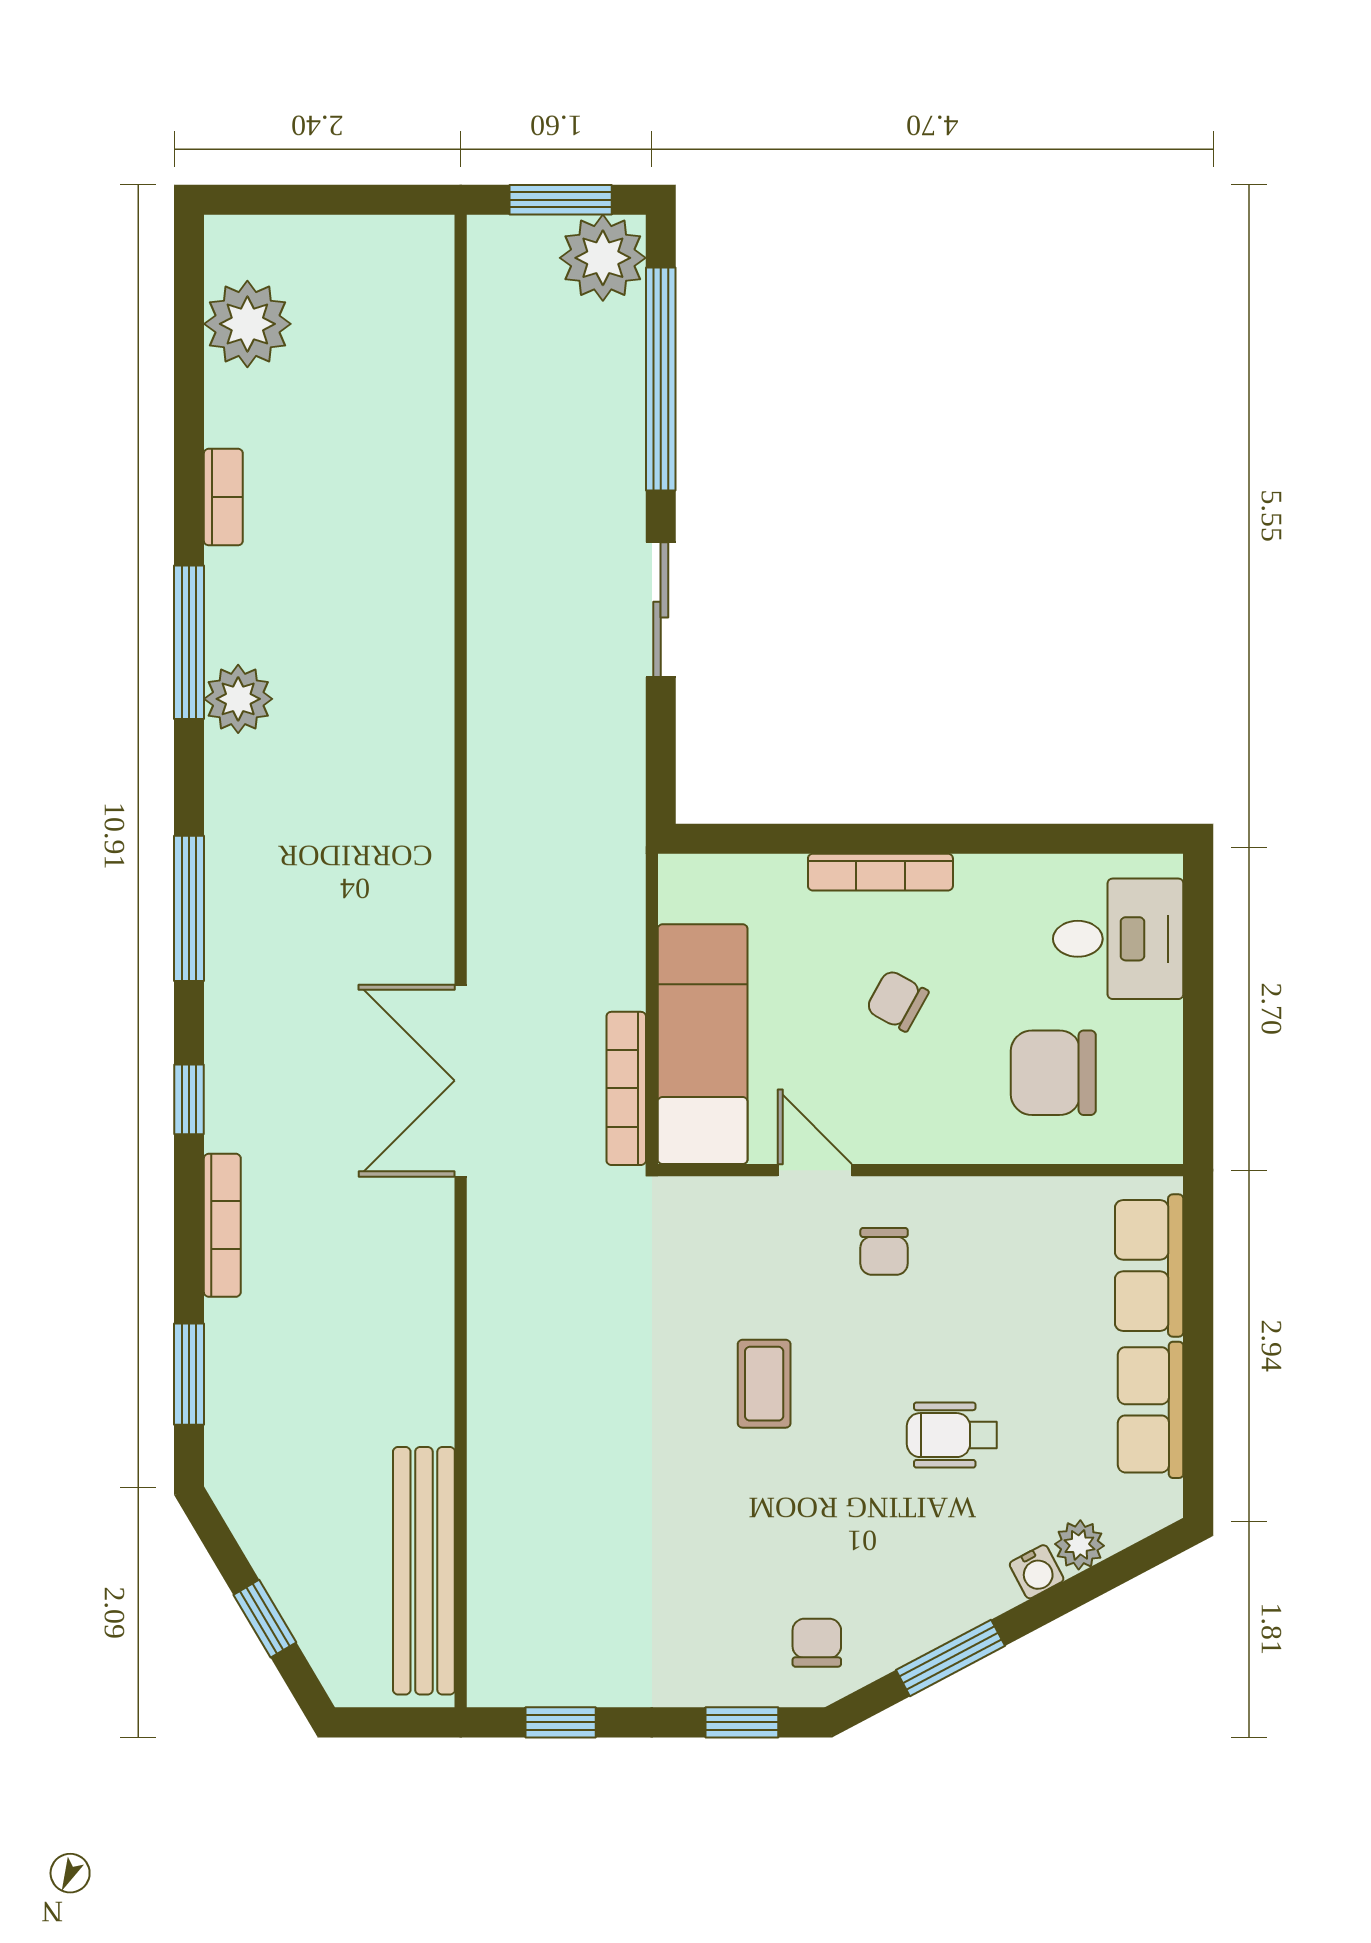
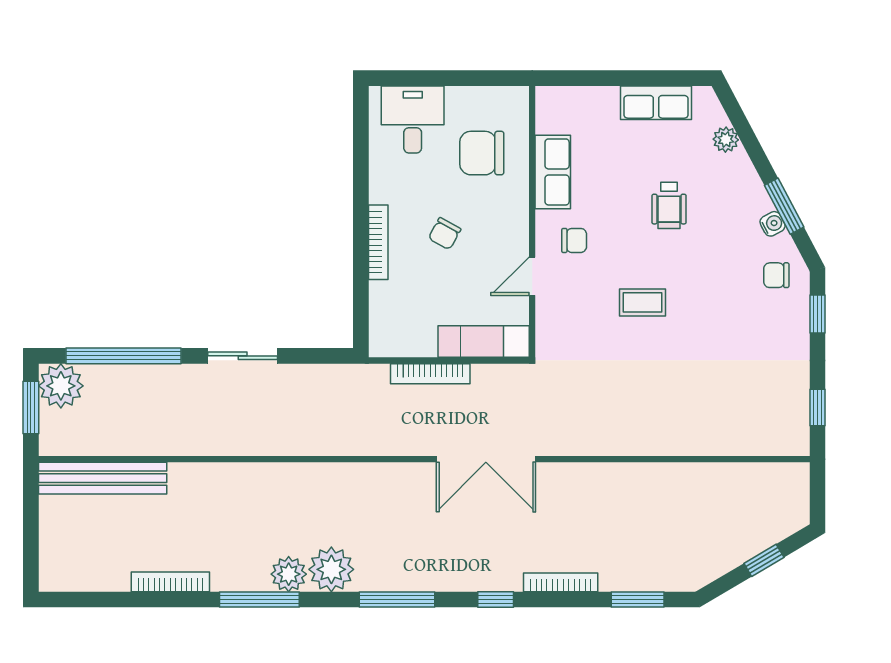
plant: (247, 324) -> (331, 569), moved
bookcase: (223, 497) -> (170, 582), width x1.56
exam couch: (703, 1044) -> (484, 341), width x0.73, depth x0.69
chair: (1053, 1073) -> (482, 153), turned 90
bookcase: (626, 1088) -> (430, 374), moved
row of seats: (1149, 1266) -> (553, 172), moved, turned -90
bench: (424, 1571) -> (103, 478), moved
water cooler: (1037, 1572) -> (773, 224), moved

